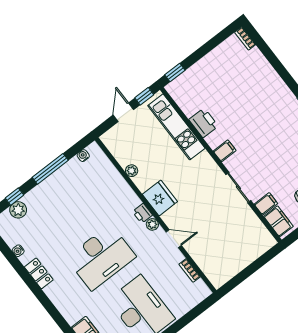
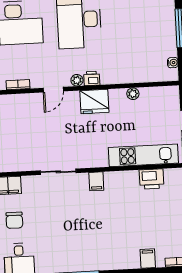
printer: (204, 123) -> (151, 179), moved
filing cabinet: (266, 204) -> (148, 259), moved, turned 180

